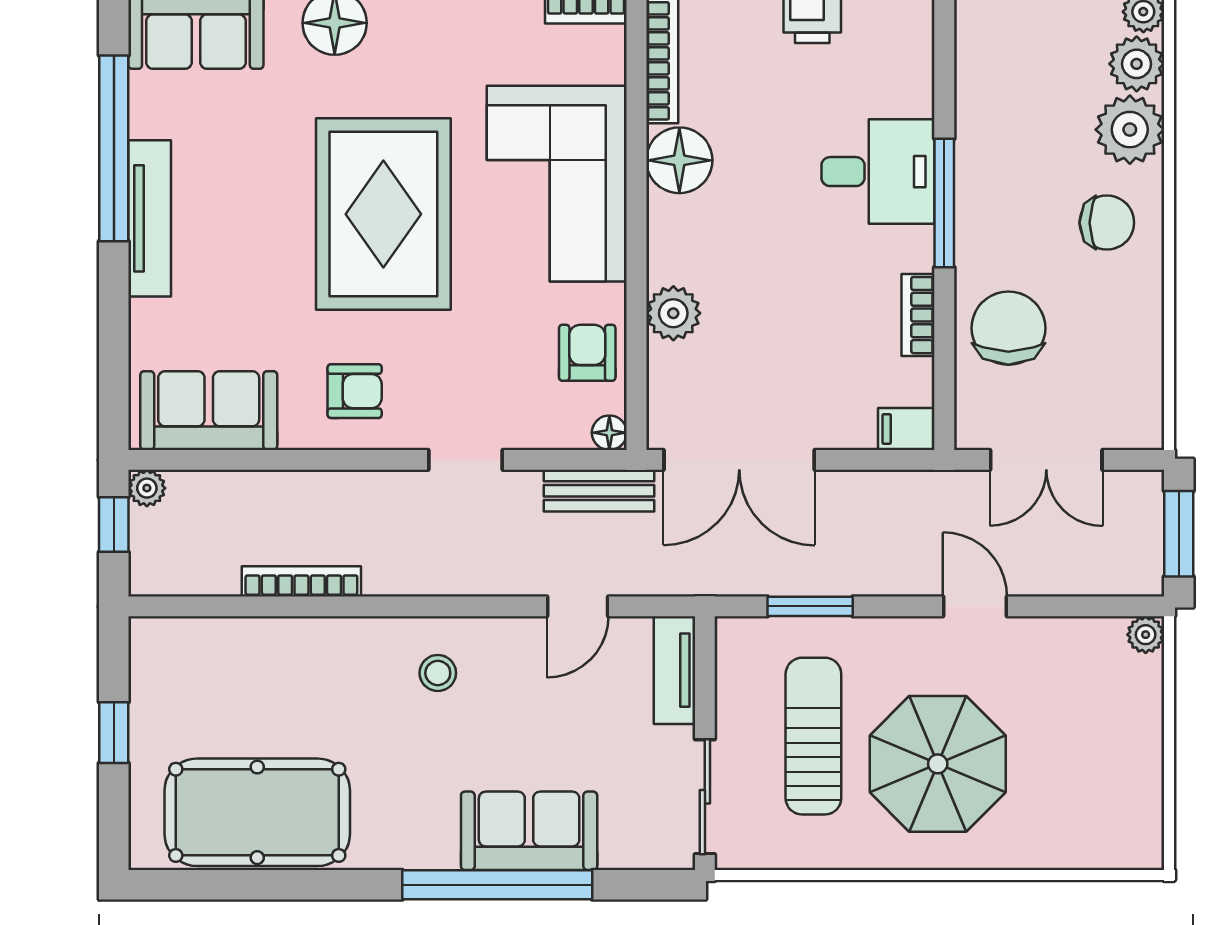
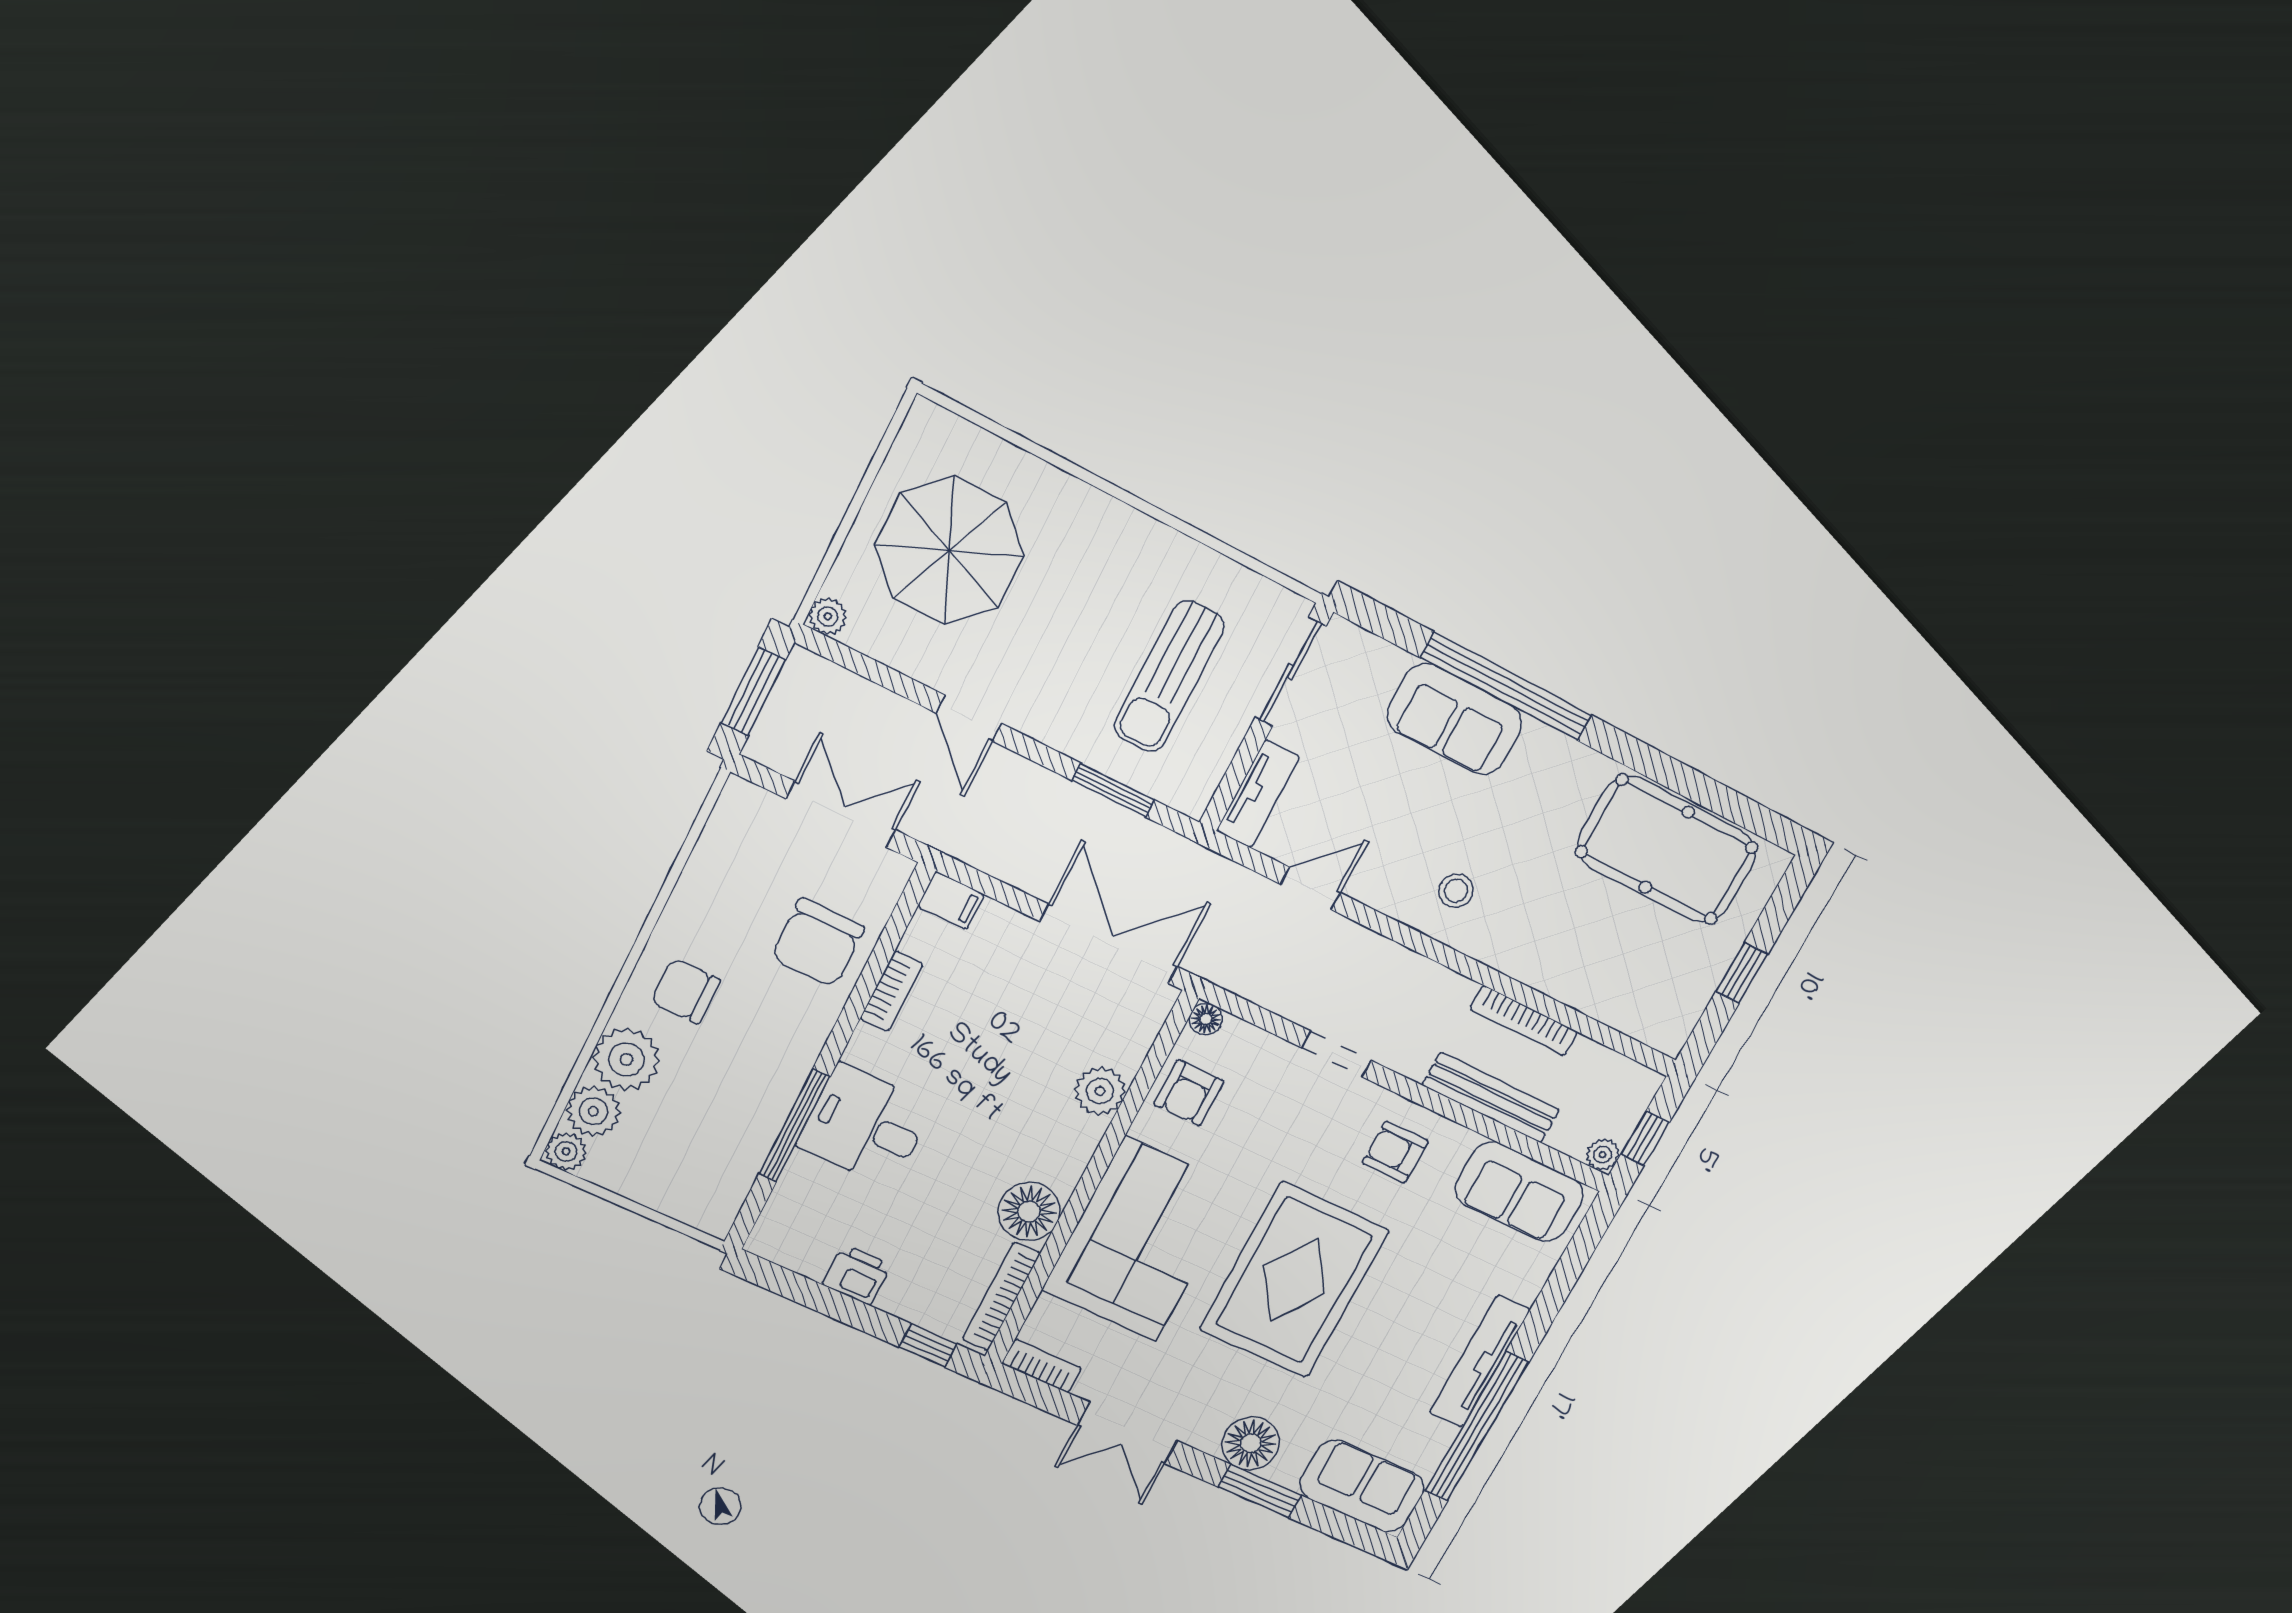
window: (944, 203) -> (794, 1125), moved
bench: (599, 491) -> (1491, 1098), moved, width x1.36
parasol: (938, 764) -> (949, 550), moved

